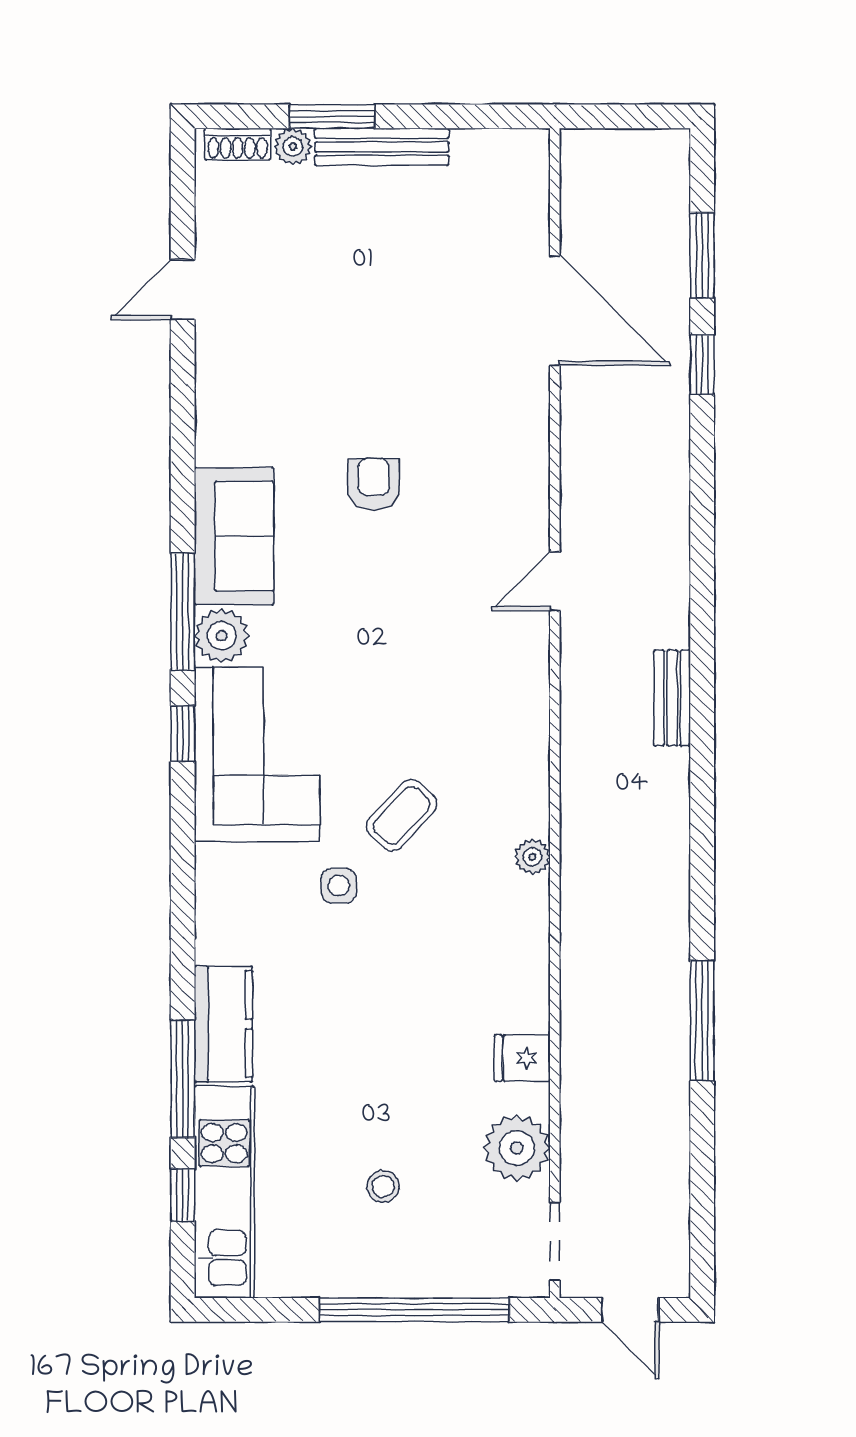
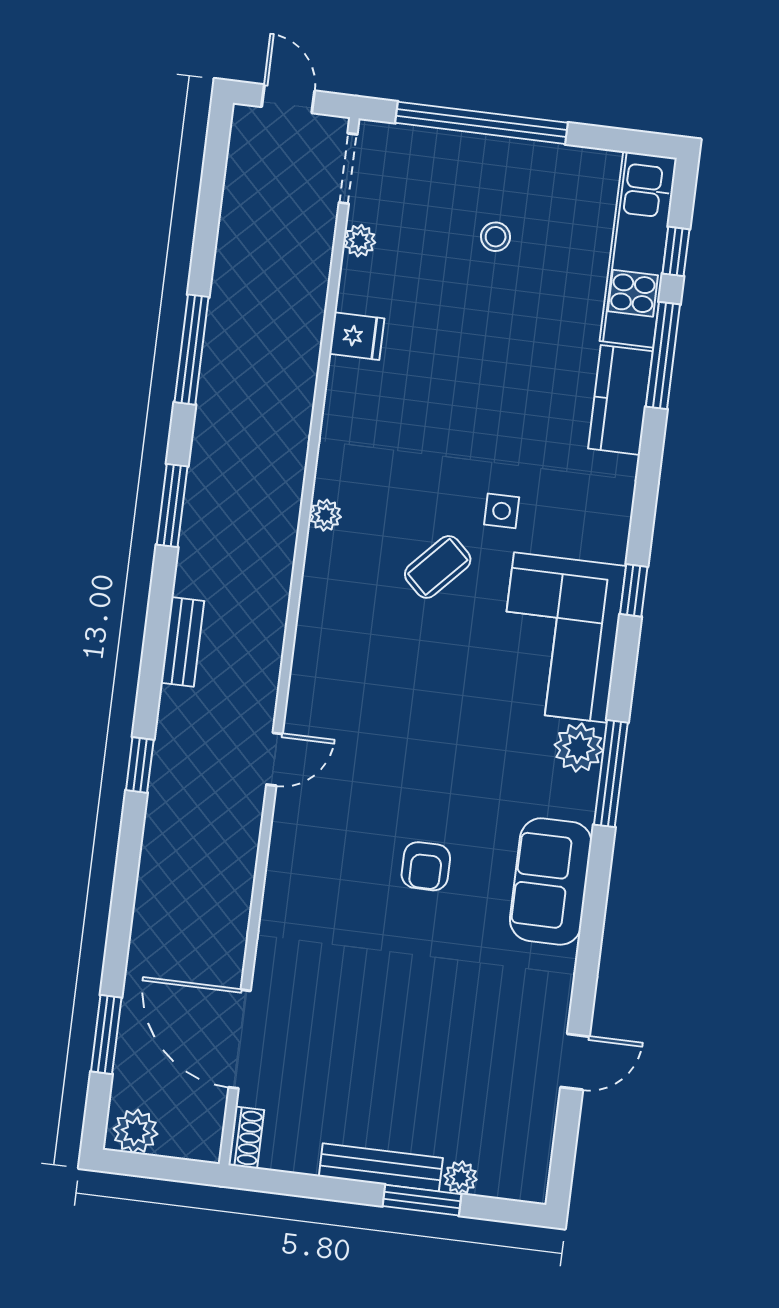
shoe rack: (238, 144) -> (246, 1138), moved, turned 90
plant: (657, 153) -> (135, 1131), added
door: (555, 310) -> (240, 1039), moved
window: (702, 364) -> (140, 765), moved
sofa: (234, 536) -> (551, 881), moved
window: (183, 734) -> (634, 590), moved
window: (702, 846) -> (172, 505), added
plant: (517, 1148) -> (360, 241), width x0.53, depth x0.53

